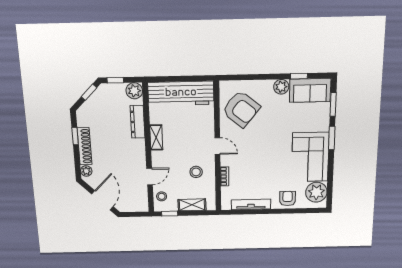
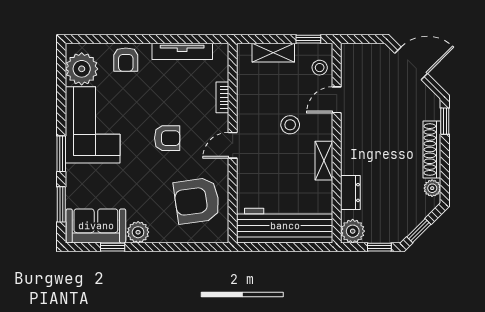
armchair: (241, 109) -> (197, 201), turned -47
dresser: (138, 122) -> (350, 193), width x0.70
window: (75, 136) -> (445, 121), moved
door: (217, 146) -> (233, 145), hinge flipped
armchair: (261, 150) -> (167, 138), added
plant: (86, 171) -> (432, 188), moved
stool: (196, 172) -> (290, 125), moved
door: (102, 200) -> (411, 63), swing flipped

